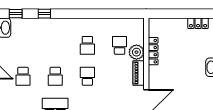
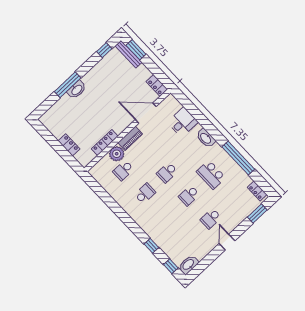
locker: (198, 23) -> (69, 145), moved
school desk: (23, 76) -> (211, 219), turned 180
school desk: (55, 76) -> (189, 196), turned 180

